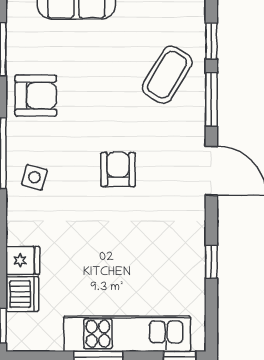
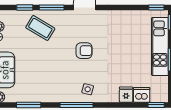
armchair: (36, 96) -> (50, 89), removed
armchair: (118, 169) -> (84, 51), turned 180
window: (211, 262) -> (156, 8), moved

